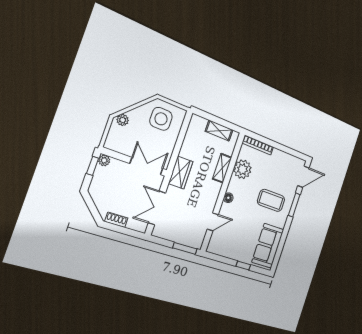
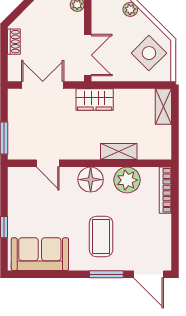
side table: (161, 119) -> (149, 53), turned 45
shelving: (219, 131) -> (163, 107), moved
floor lamp: (228, 198) -> (91, 180), width x1.89, depth x1.89

